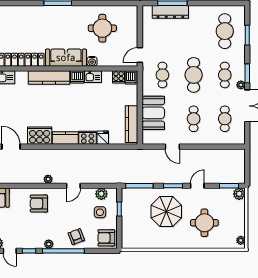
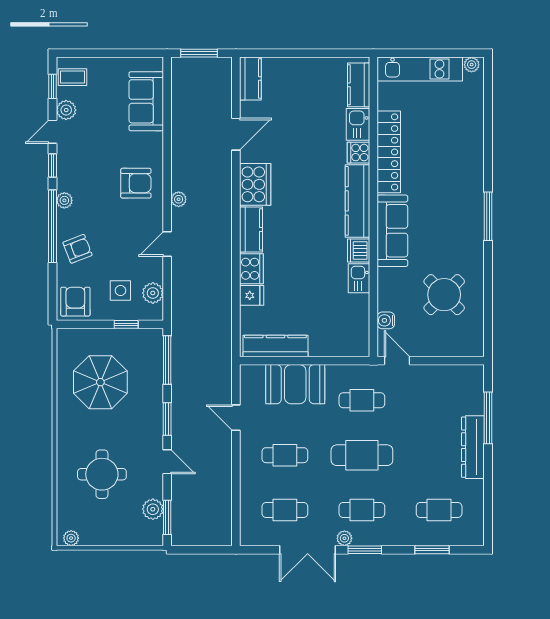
dresser: (170, 12) -> (473, 447), moved
round table: (102, 28) -> (444, 295), turned 45
cafe table: (225, 31) -> (439, 510), width x0.73, depth x0.74
water cooler: (92, 61) -> (386, 320), moved
cooker: (119, 77) -> (359, 153), moved
dishwasher: (131, 77) -> (358, 344), removed
door: (172, 147) -> (236, 418), hinge flipped
door: (73, 186) -> (167, 244), hinge flipped
plant: (239, 194) -> (153, 509), moved
armchair: (39, 203) -> (136, 183), turned 90
parasol: (166, 211) -> (100, 382), moved

